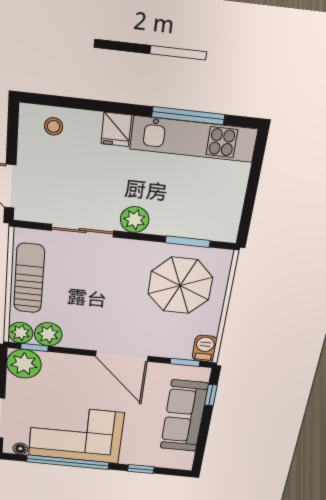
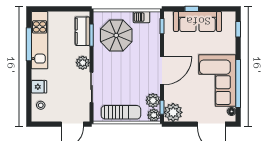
fridge: (116, 129) -> (39, 87), moved
kitchen counter: (198, 226) -> (82, 31), added
sun lounger: (29, 278) -> (121, 112), turned 180
barbecue: (205, 348) -> (142, 17), moved
door: (122, 356) -> (162, 71), moved
window: (211, 395) -> (192, 9), moved
window: (141, 469) -> (238, 29), moved

